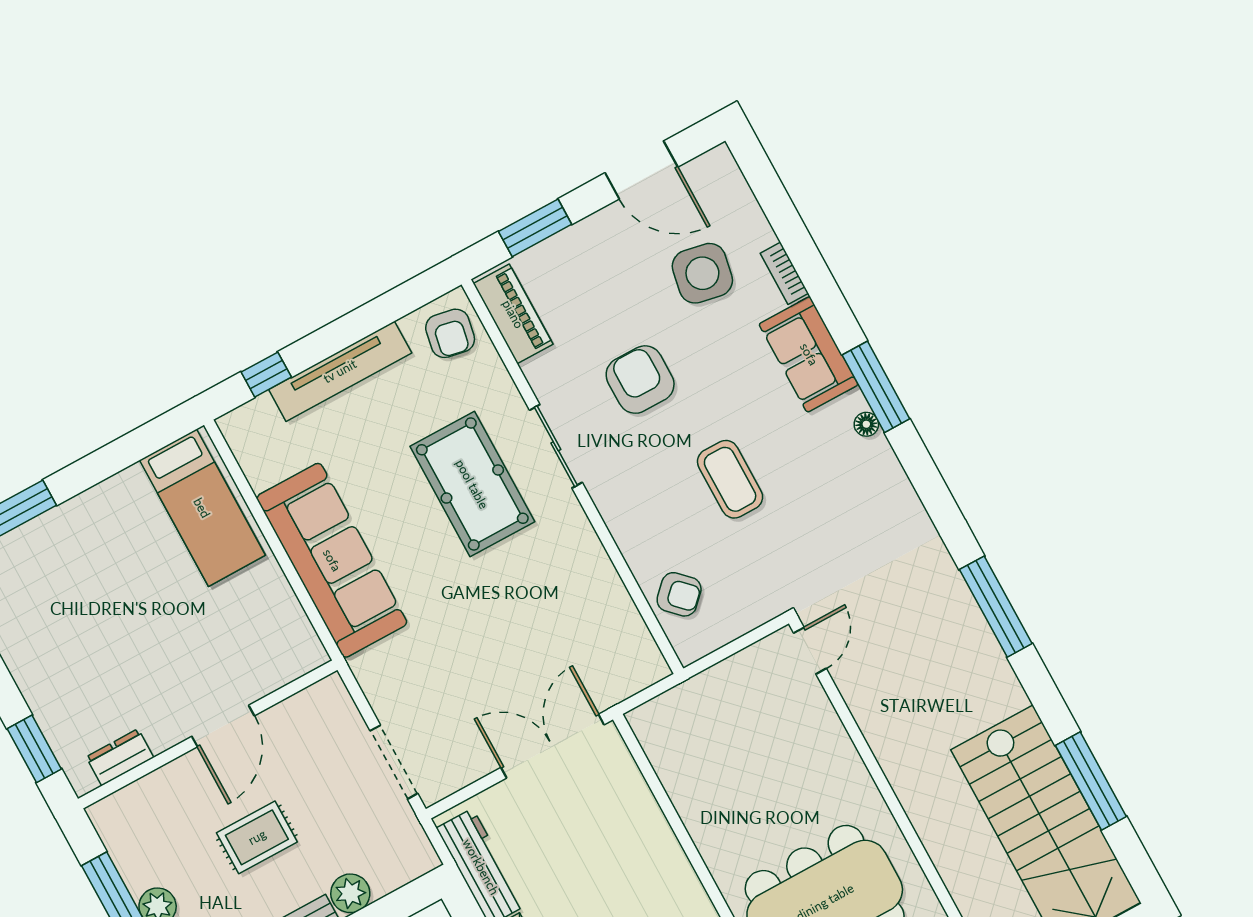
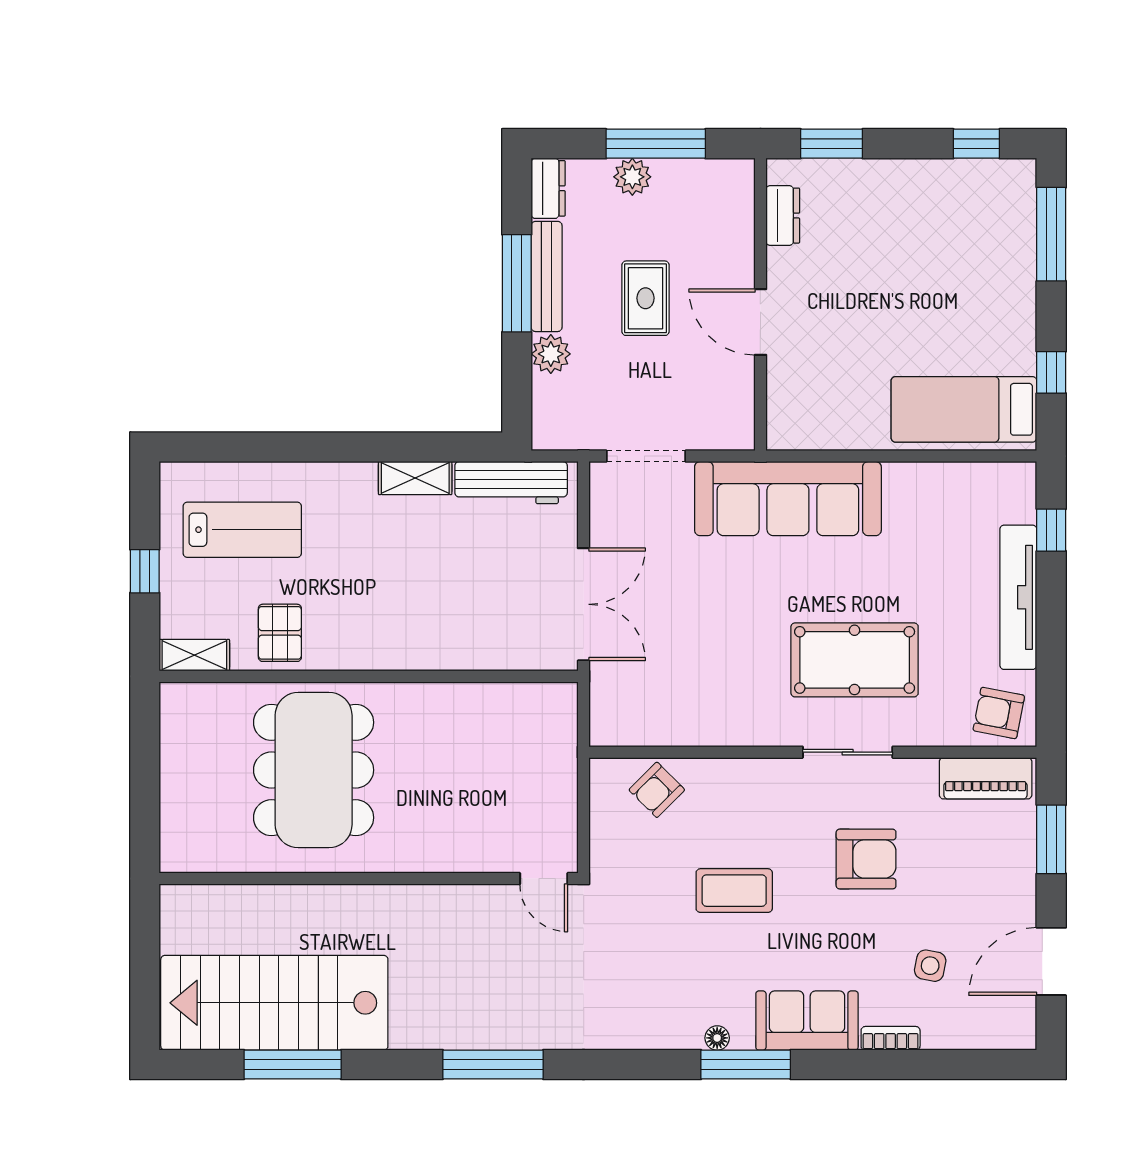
side table: (702, 273) -> (930, 966), width x0.54, depth x0.54
window: (129, 449) -> (1051, 372), added
sofa: (332, 560) -> (788, 499), moved

